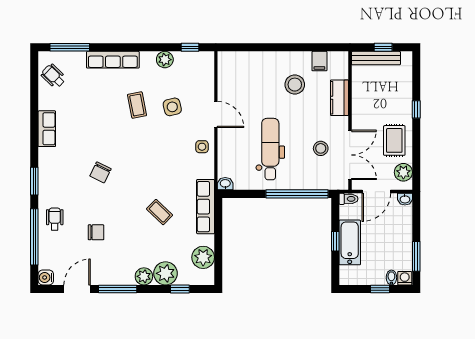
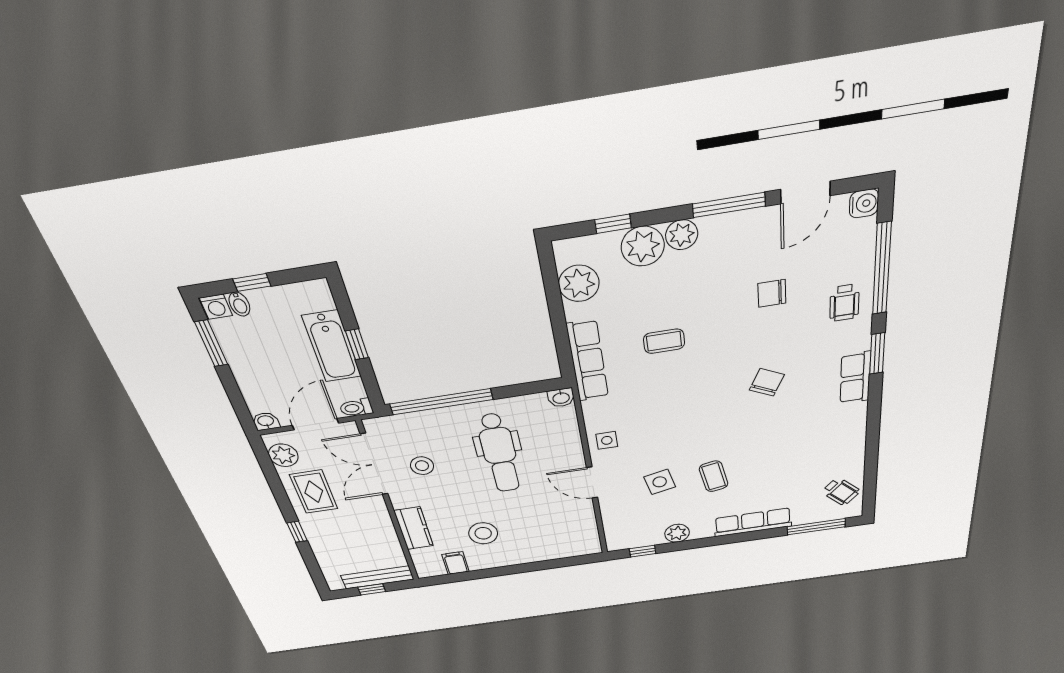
row of seats: (47, 129) -> (855, 378), moved
coffee table: (160, 212) -> (664, 341), turned -44

